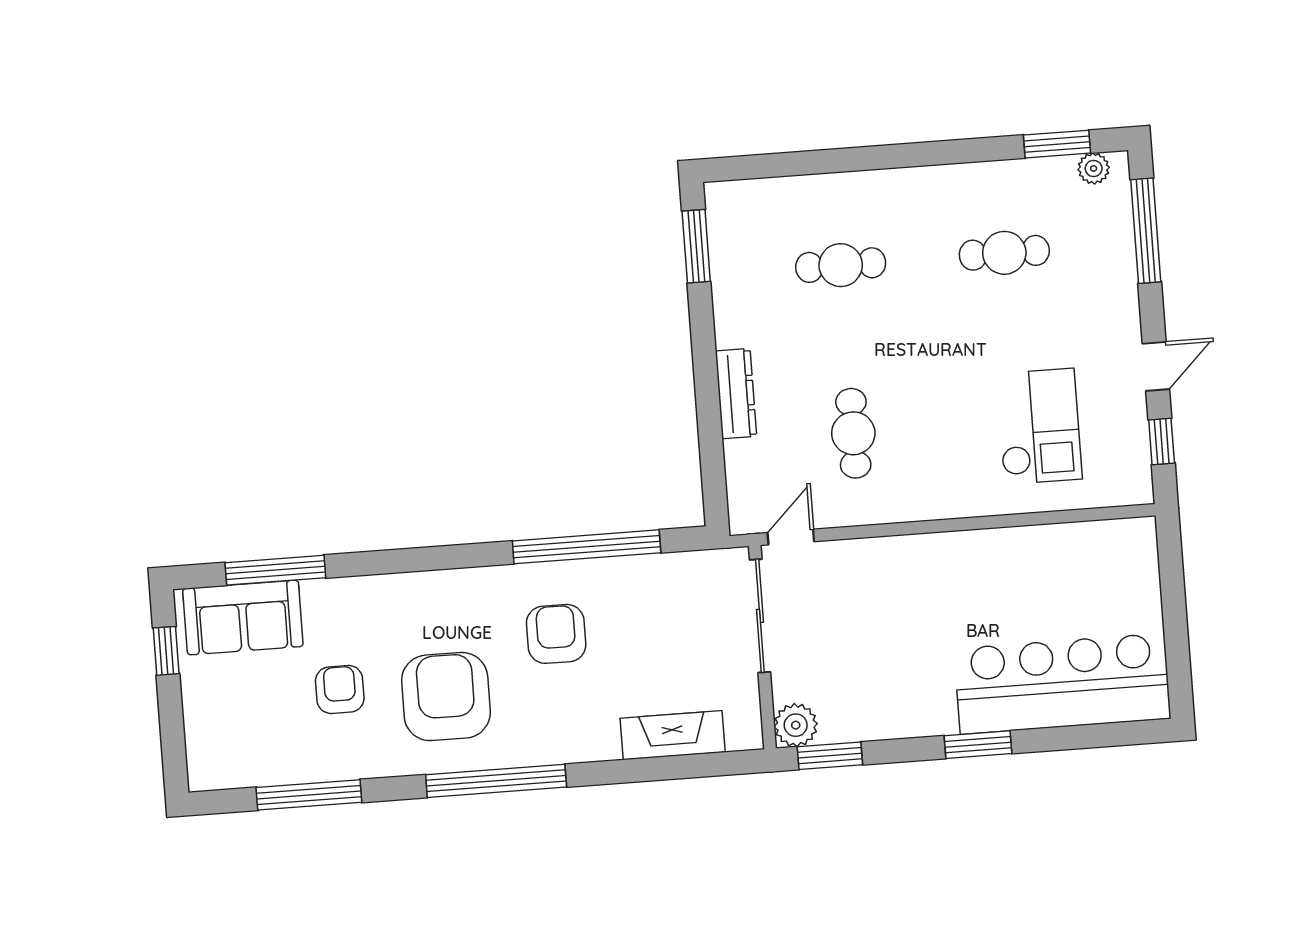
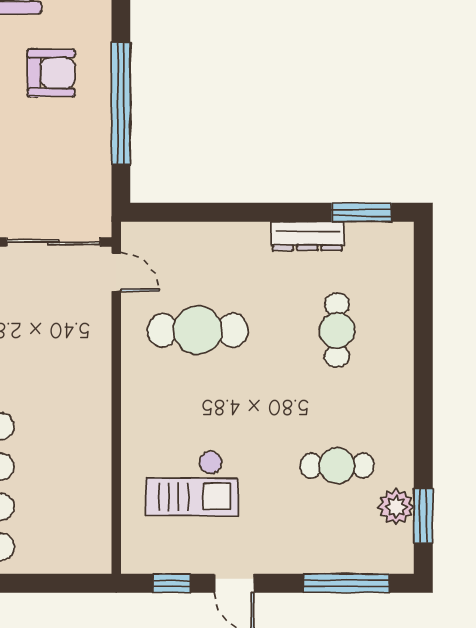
plant: (1094, 168) -> (396, 507), moved, width x1.38, depth x1.38
cafe table: (1004, 253) -> (337, 466), turned 90
dresser: (736, 394) -> (307, 236), moved
cafe table: (853, 433) -> (198, 330), width x1.37, depth x1.35

